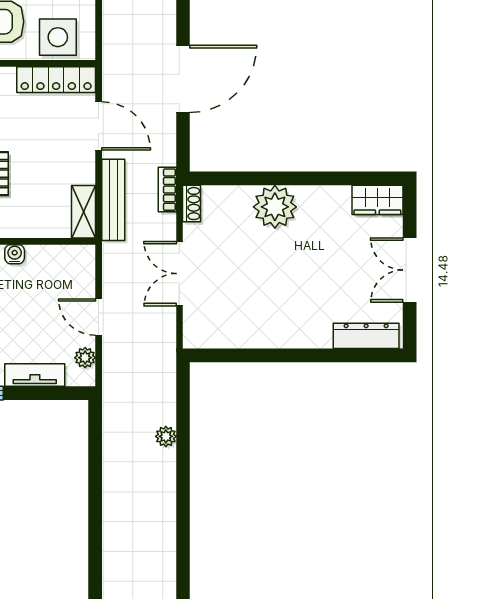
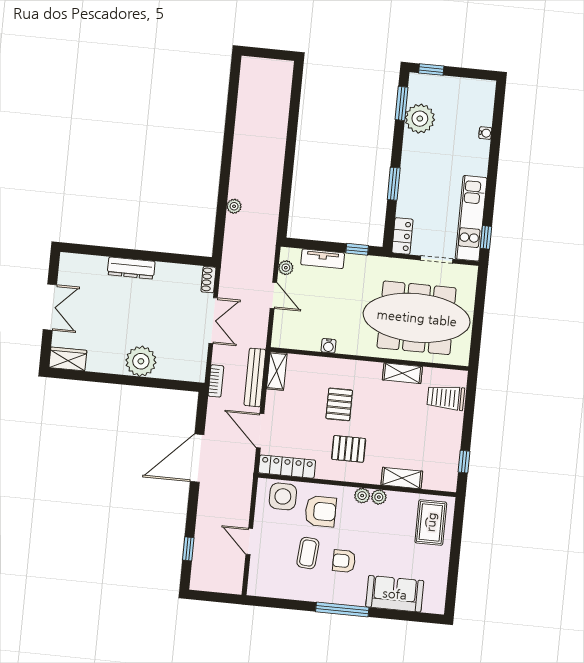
shoe rack: (192, 204) -> (208, 280), moved
dresser: (366, 336) -> (131, 268), moved

